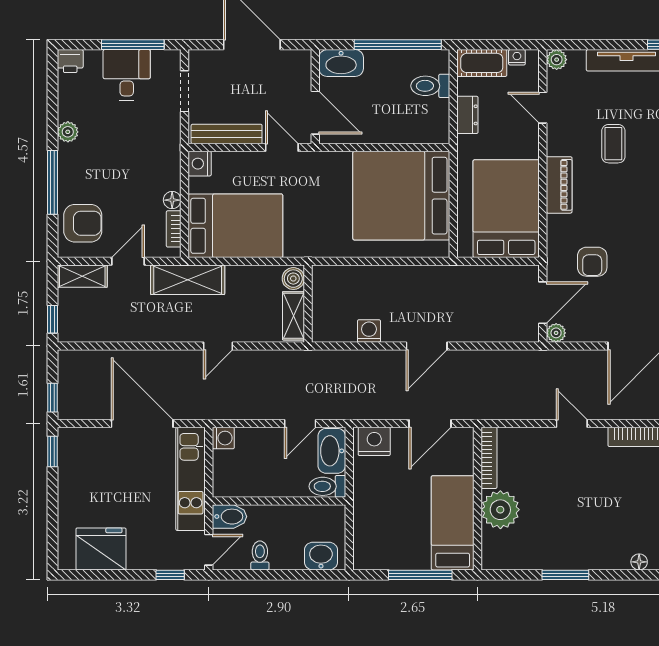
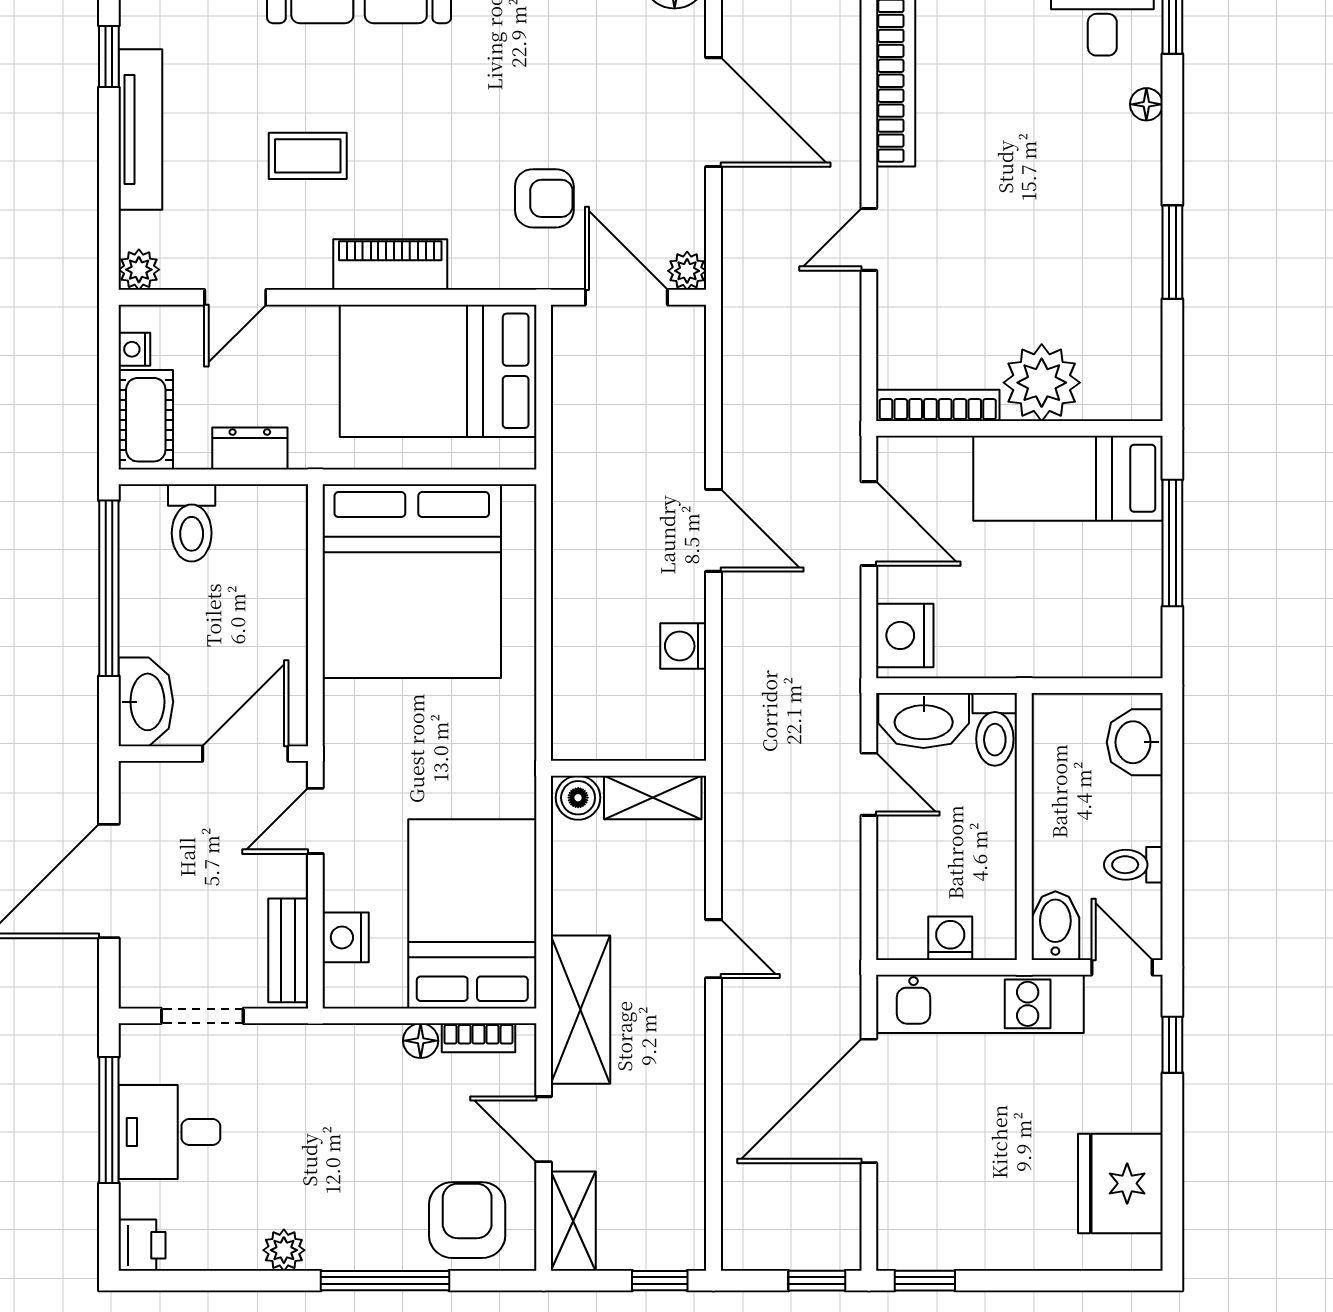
bench: (227, 134) -> (288, 950), width x0.73
nightstand: (200, 164) -> (346, 937), moved, turned 90
washing machine: (223, 438) -> (950, 938), moved

